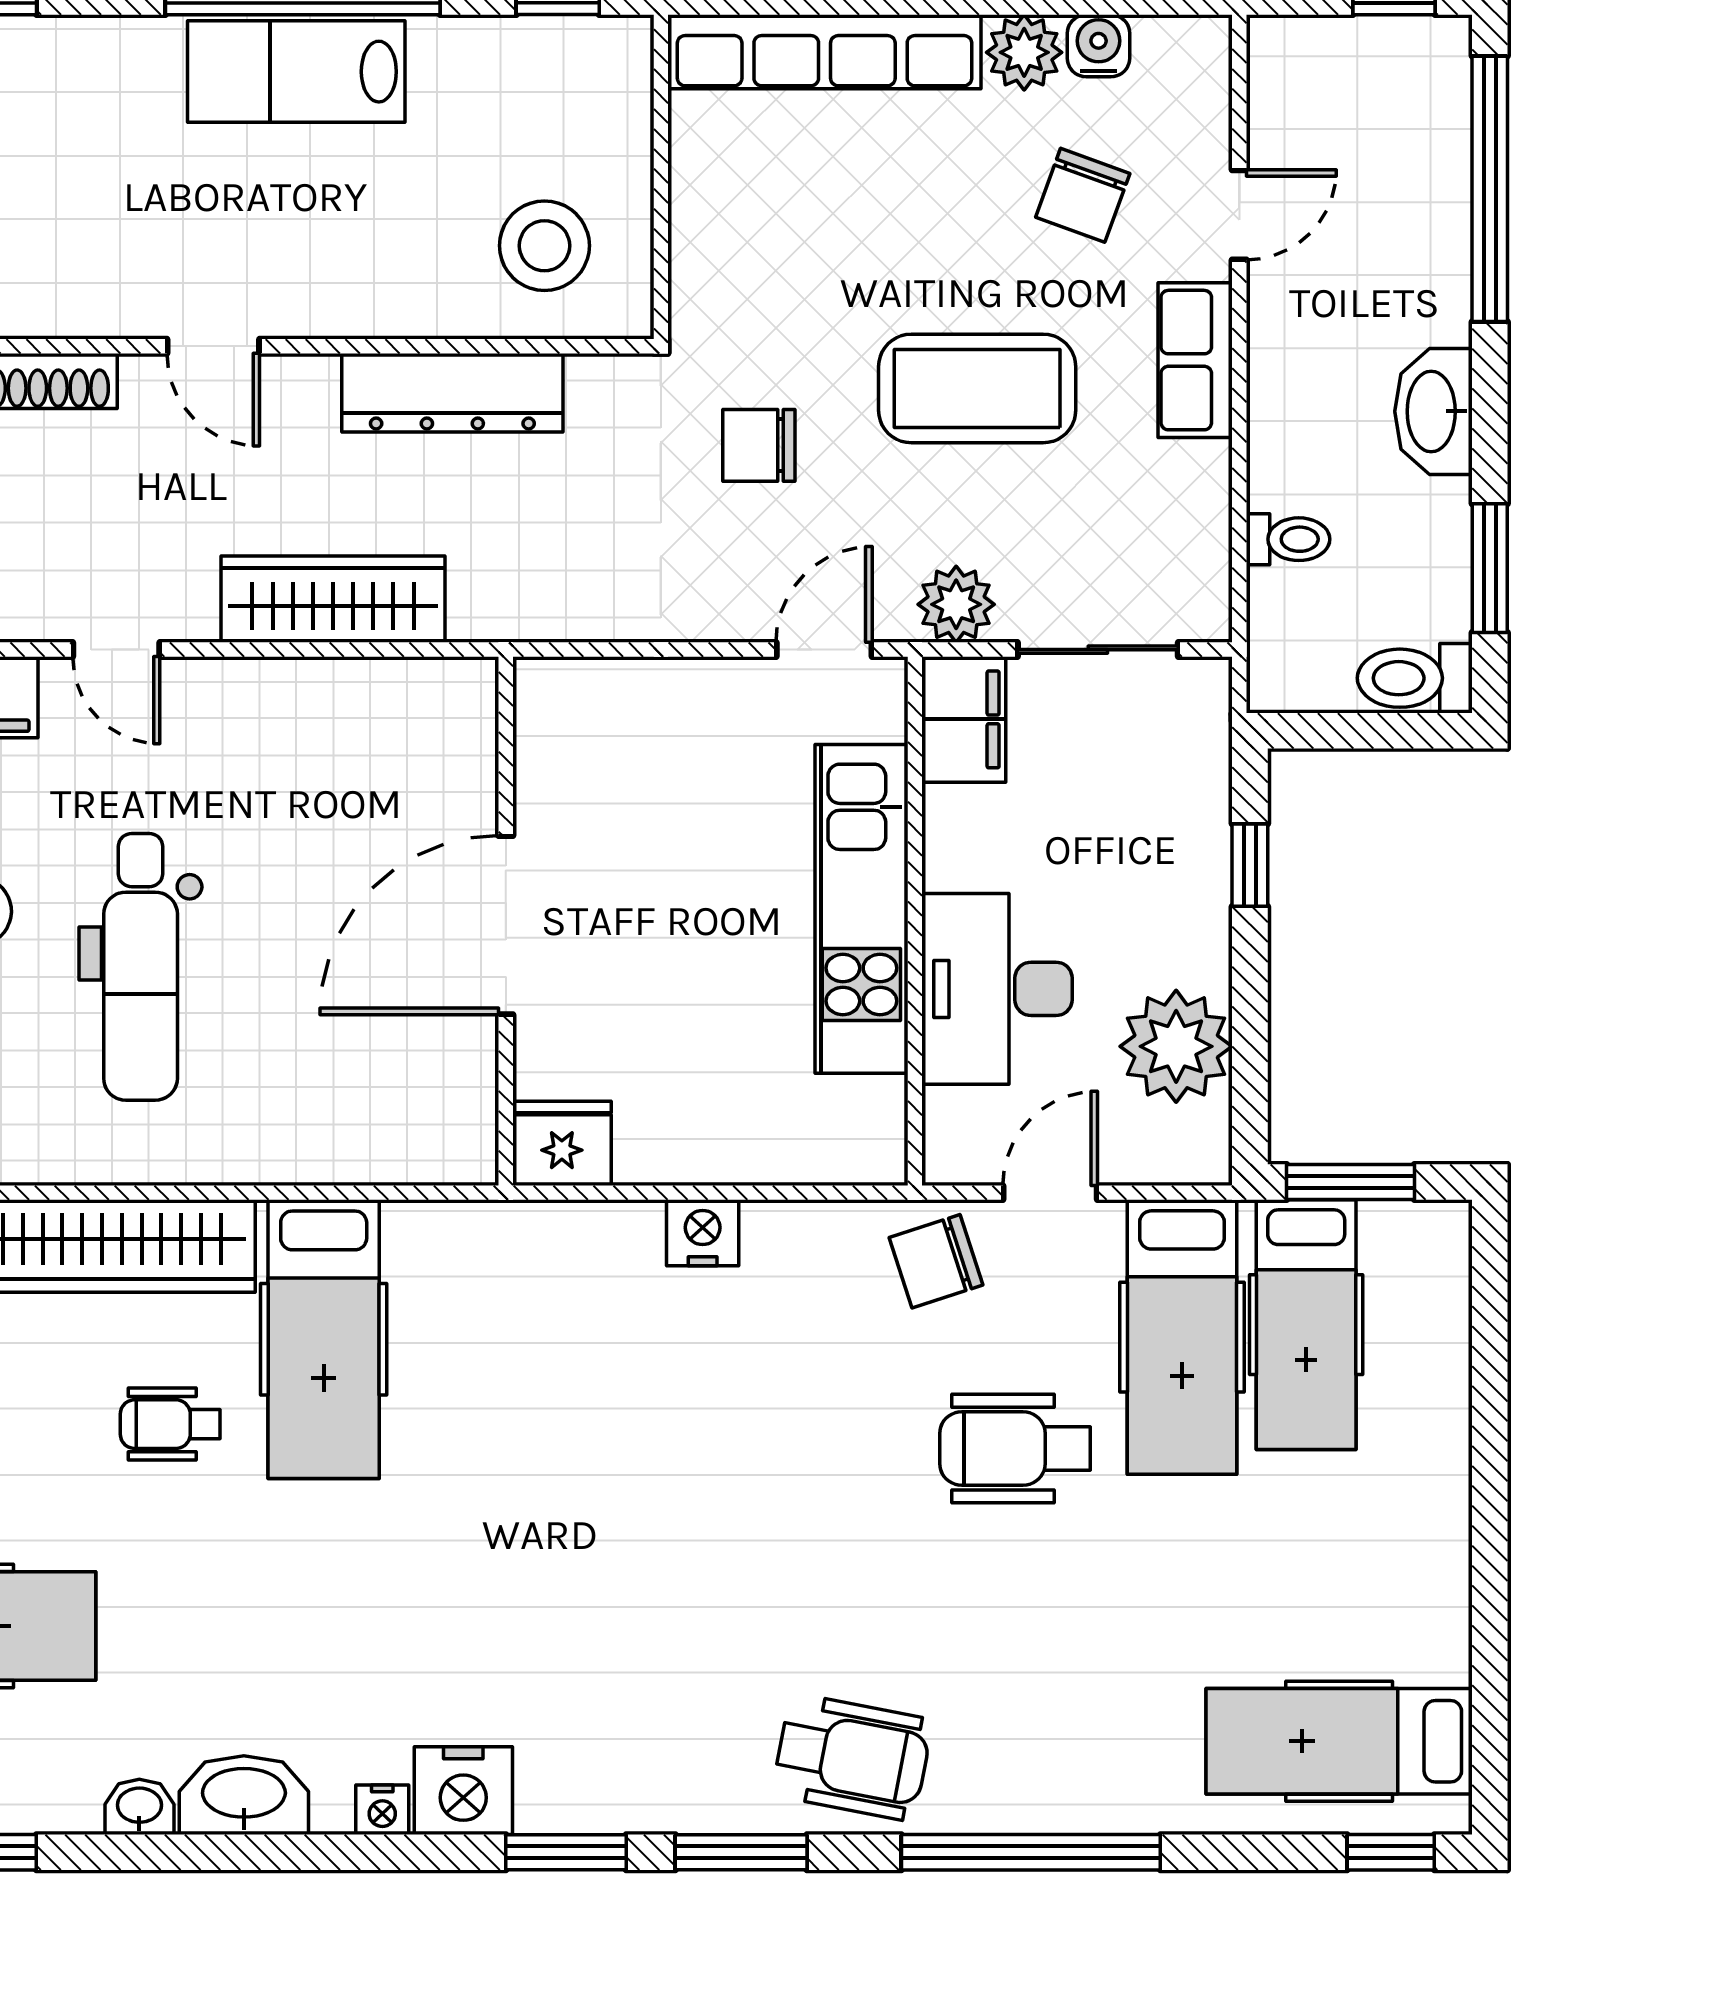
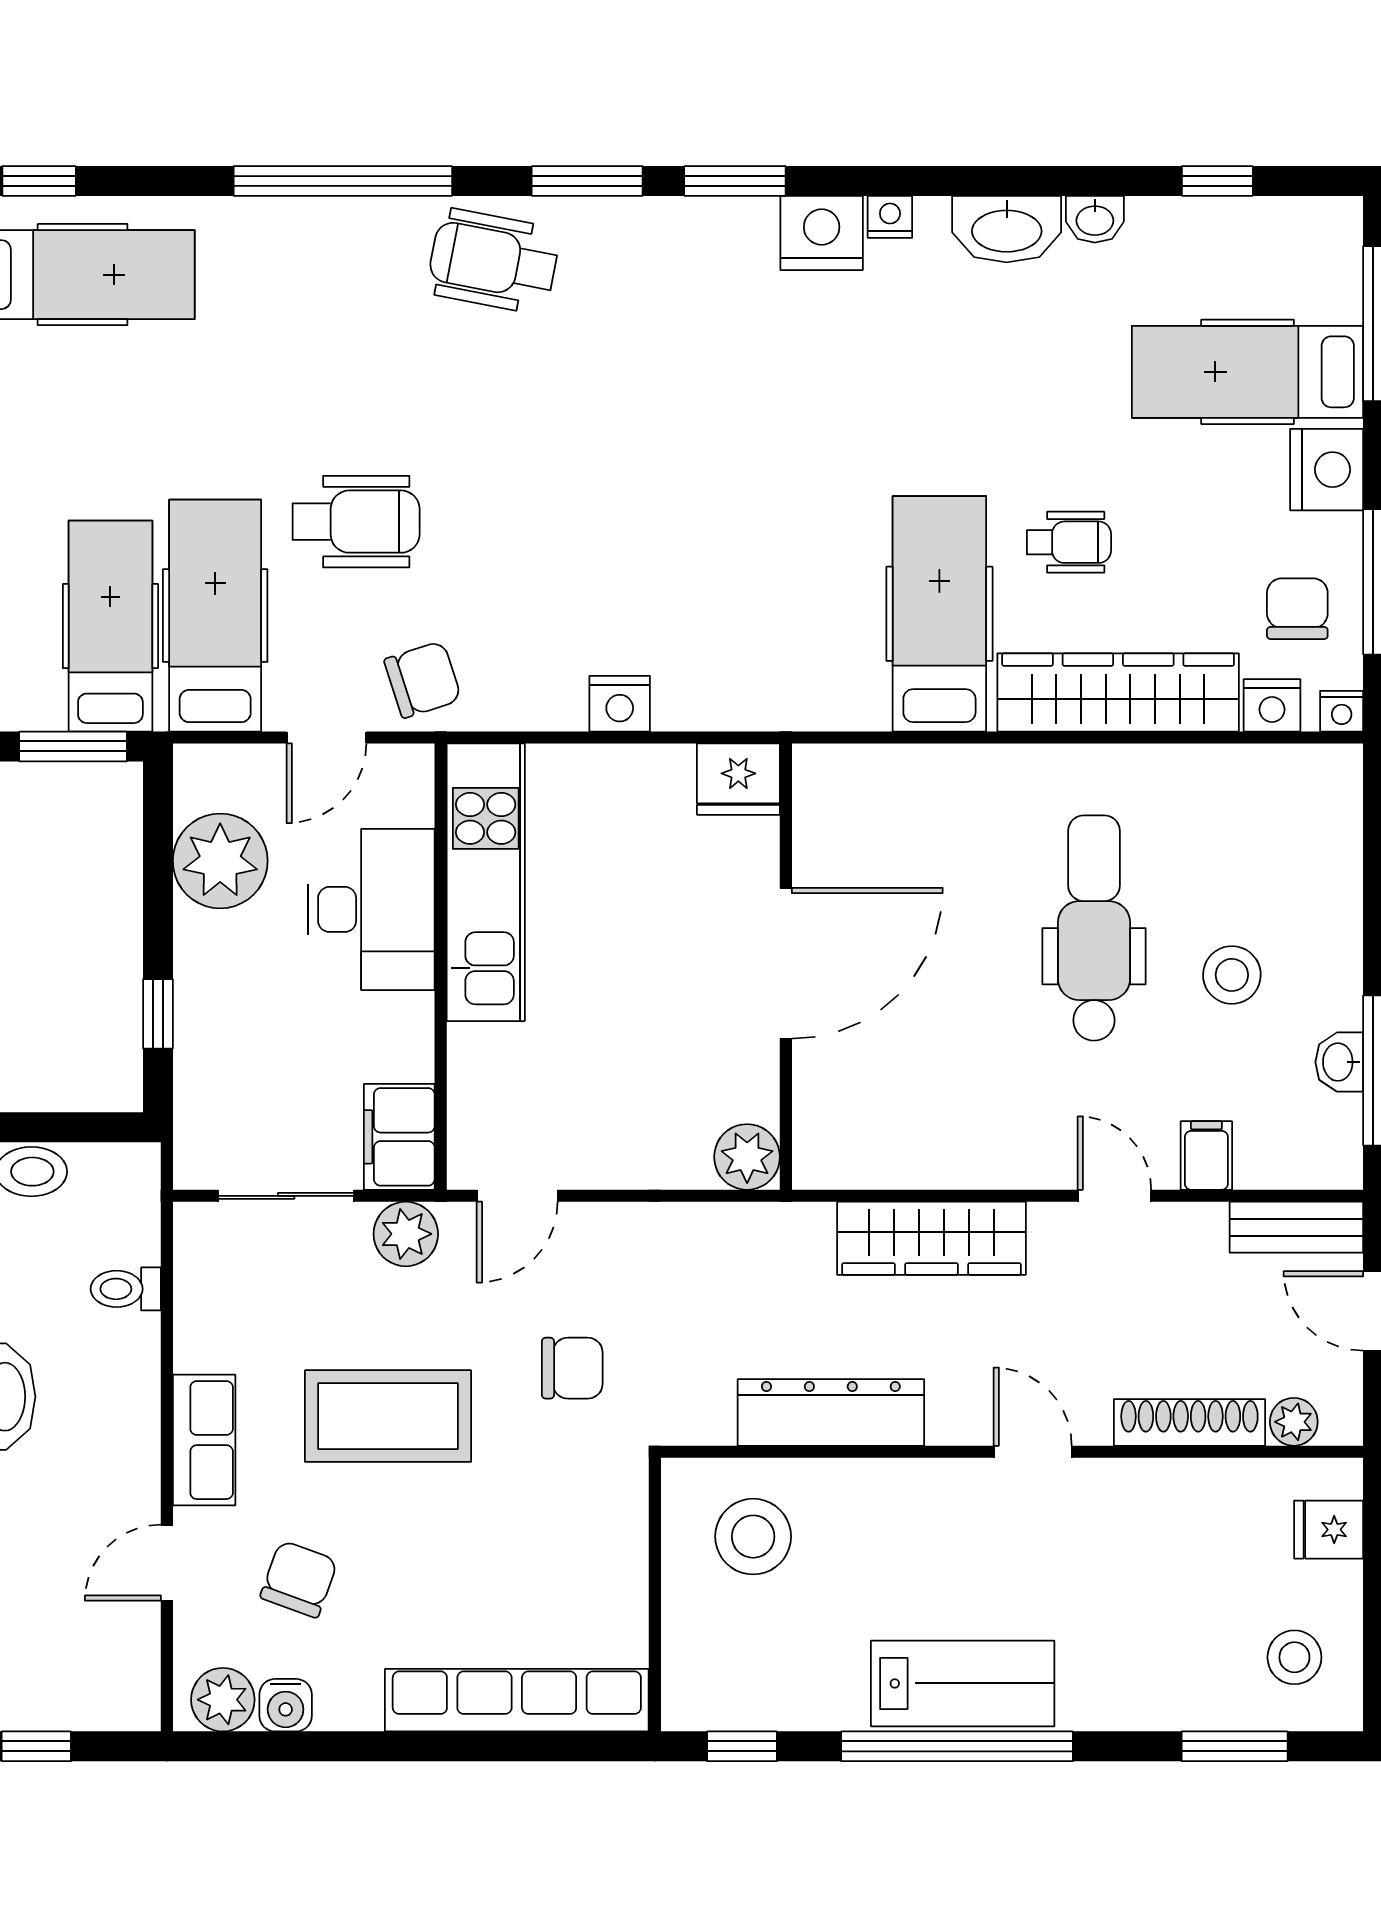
plant: (1024, 52) -> (223, 1700), moved
plant: (552, 696) -> (747, 1157), added
kitchen unit: (861, 909) -> (486, 882), moved

